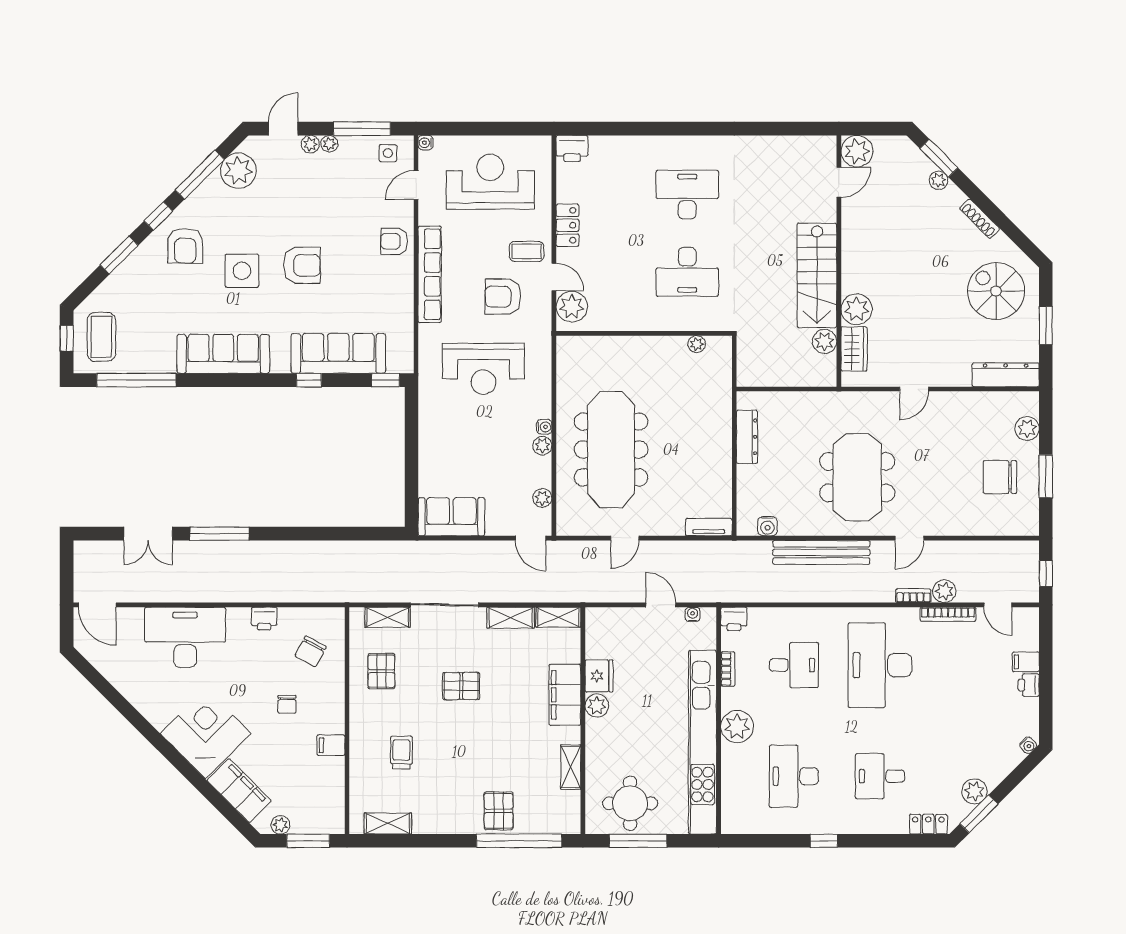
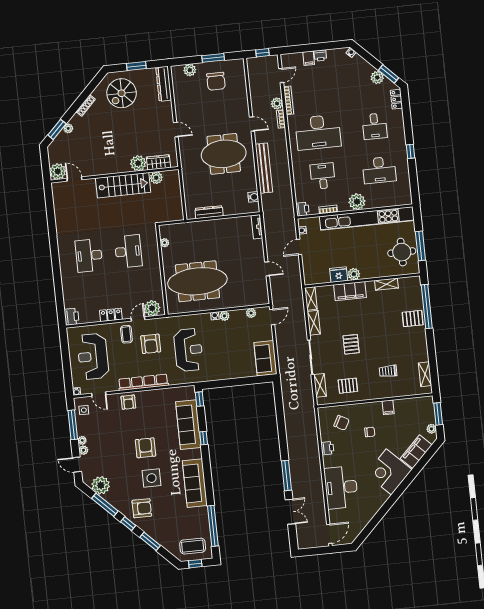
meeting table: (611, 449) -> (197, 281), moved

